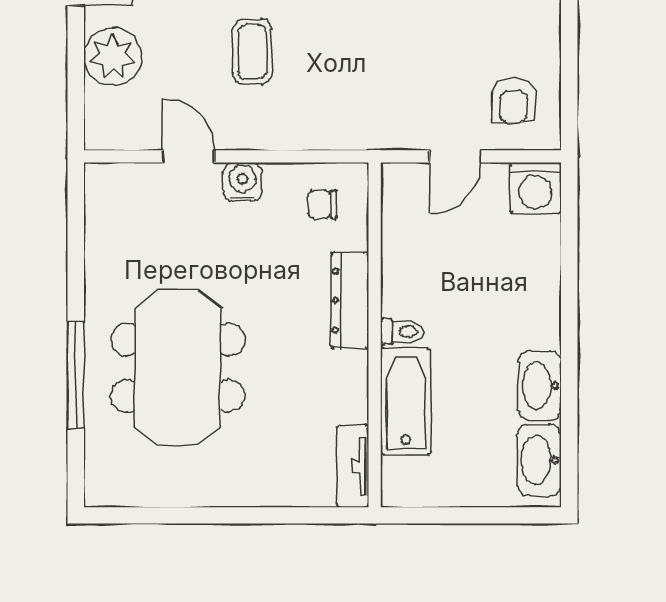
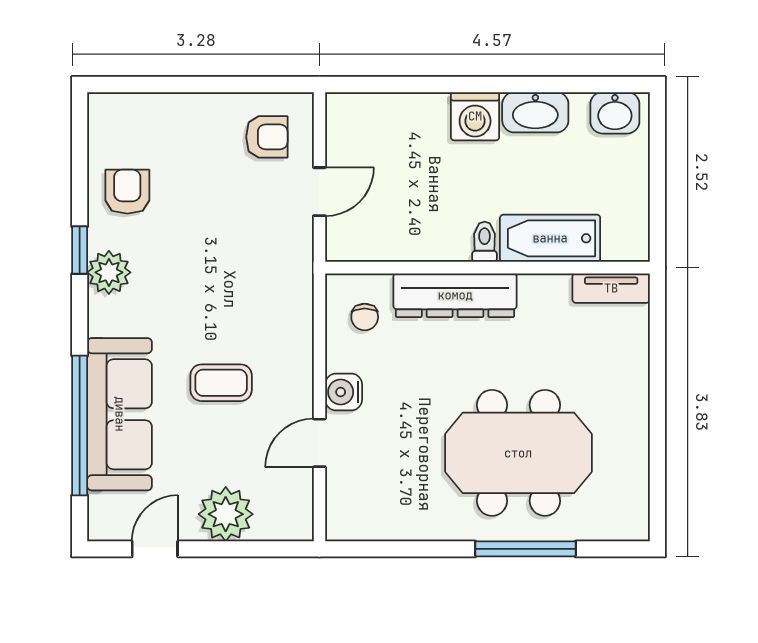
door: (455, 156) -> (319, 192), hinge flipped
washing machine: (536, 188) -> (475, 116), moved, turned 90
dresser: (350, 300) -> (455, 295), width x1.37, depth x1.24
washbasin: (539, 460) -> (615, 113), width x0.72

